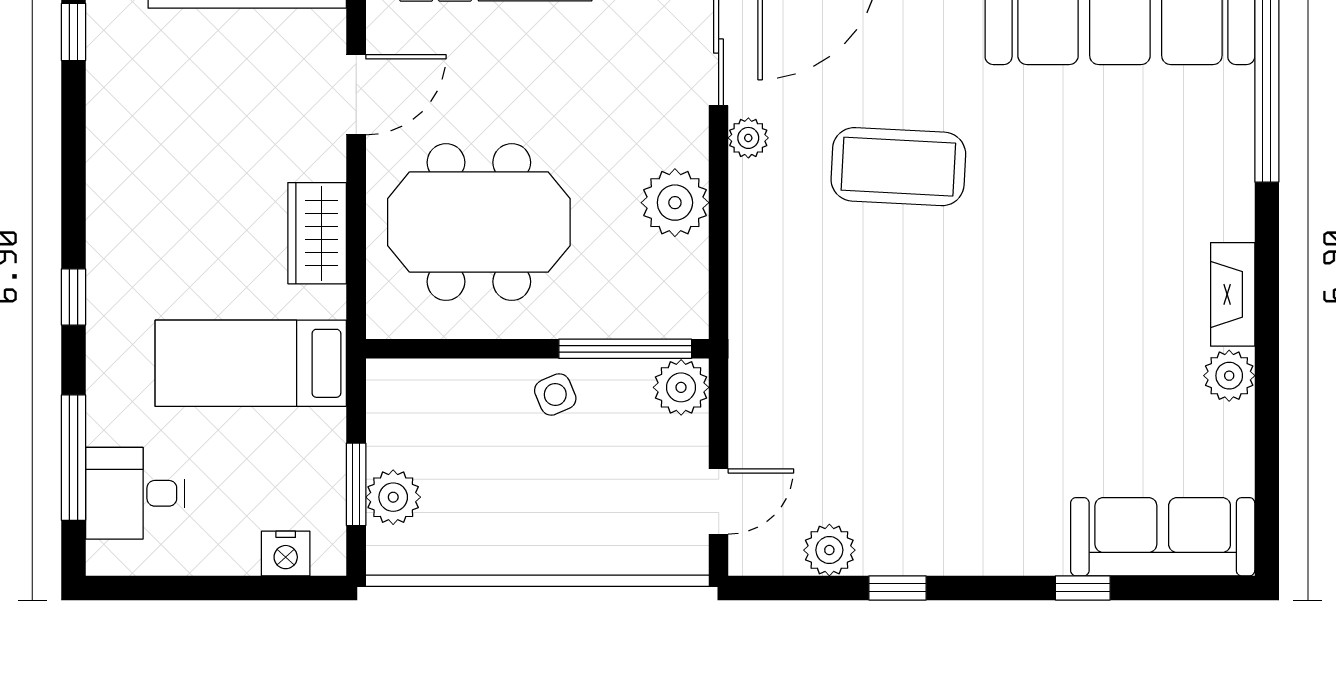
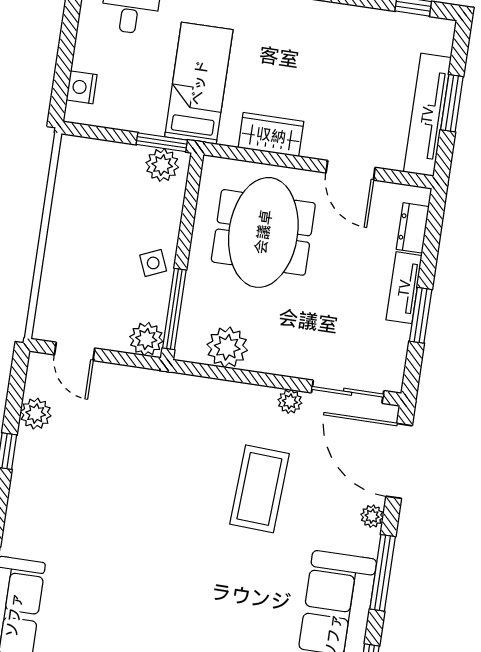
plant: (675, 203) -> (227, 347), moved
window: (356, 484) -> (162, 142), moved
plant: (393, 497) -> (162, 165), moved

